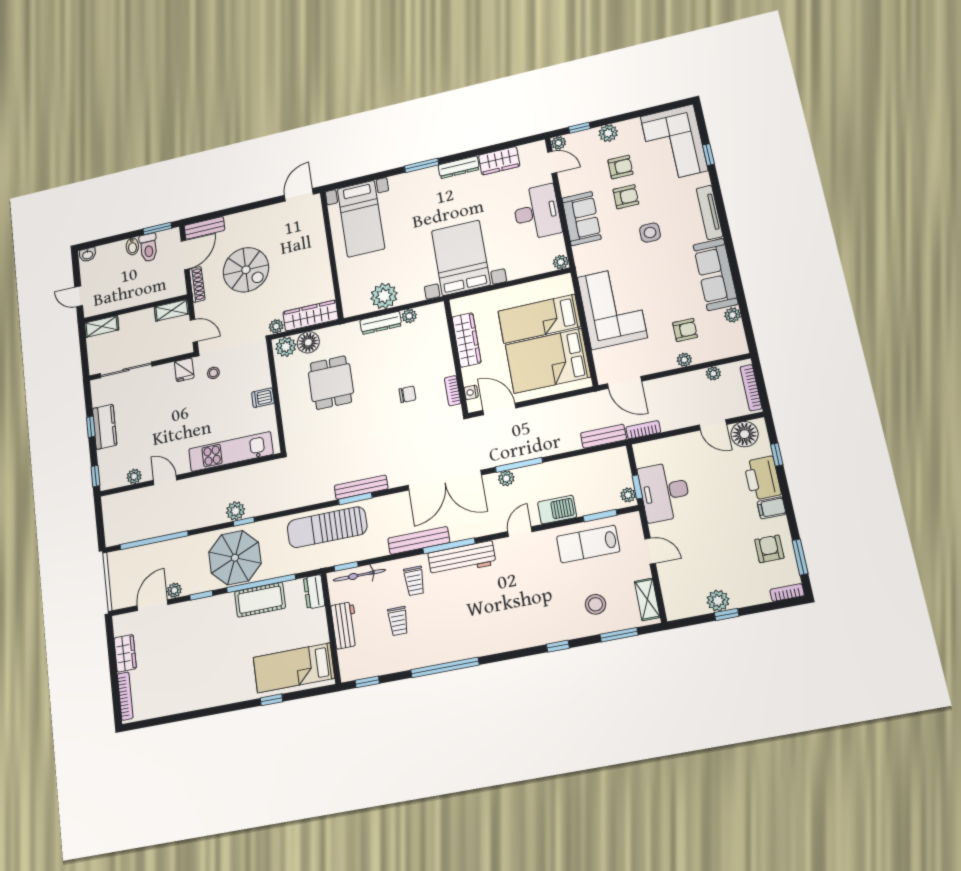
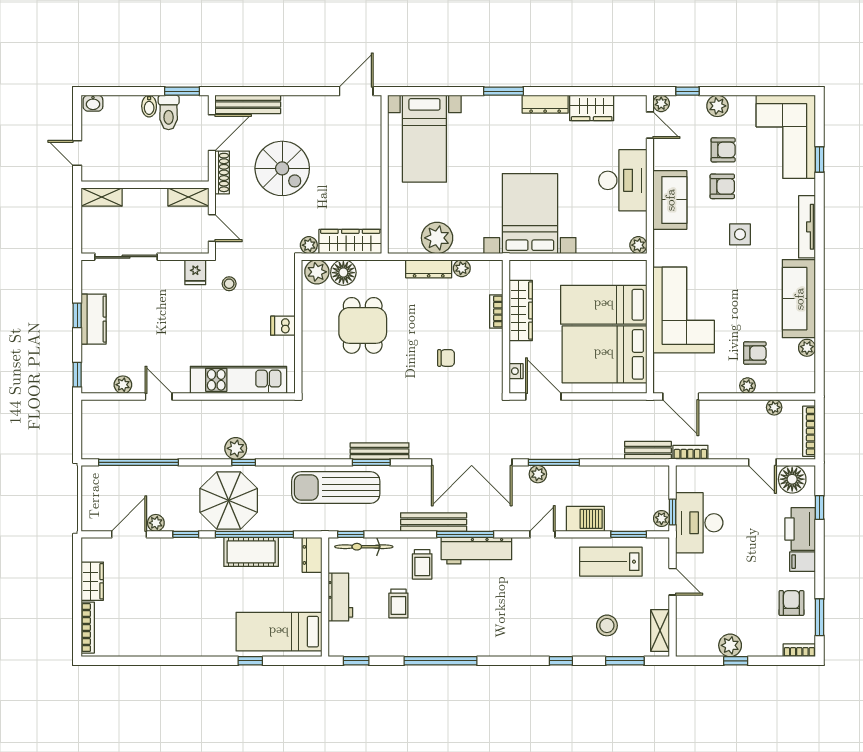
bench: (204, 228) -> (248, 104), width x1.36
bookcase: (453, 391) -> (496, 311), moved

